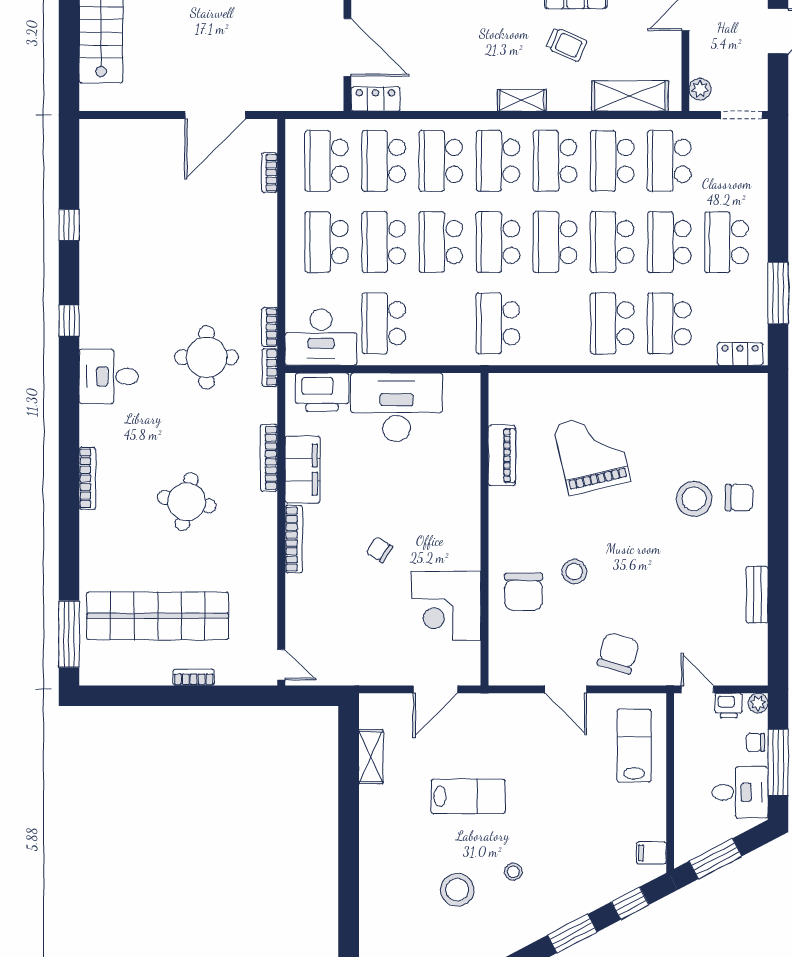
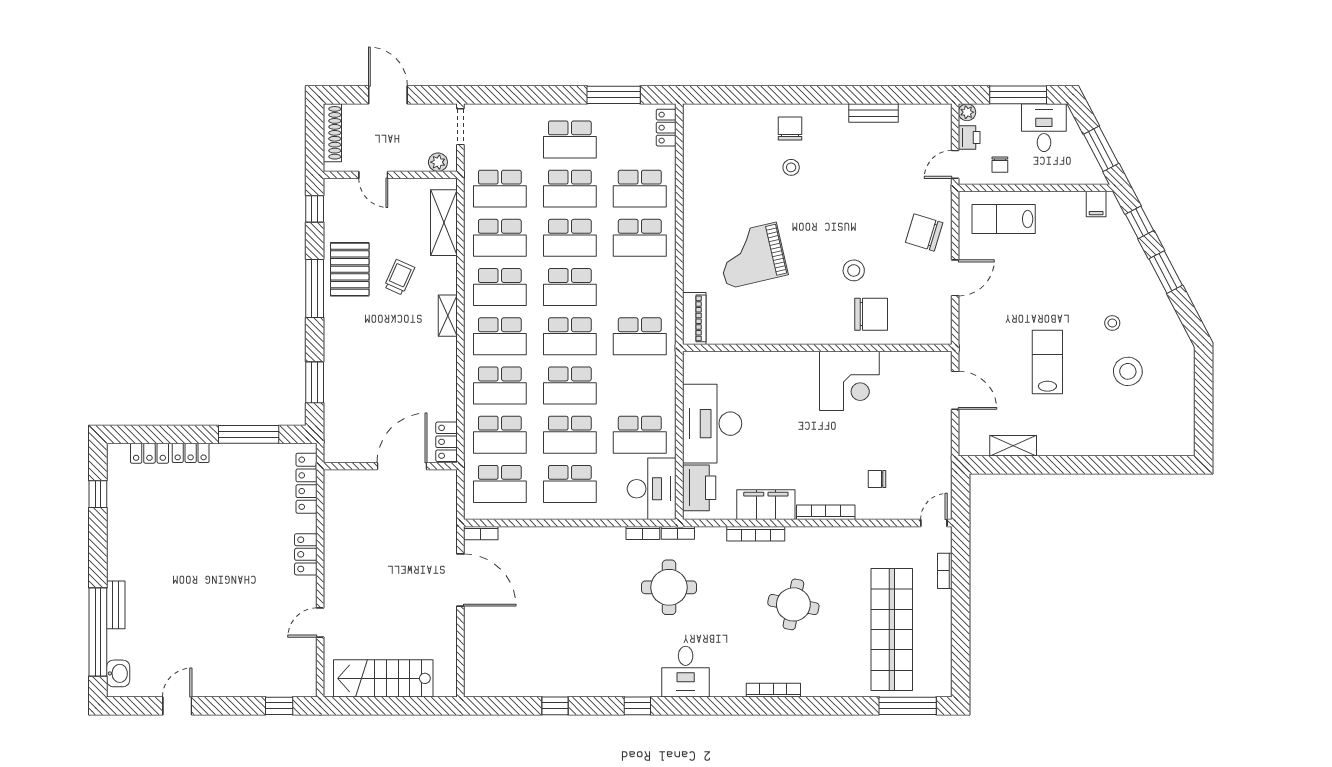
bookcase: (270, 173) -> (481, 533), moved
piano: (502, 455) -> (694, 318), moved, turned 90
stool: (694, 499) -> (791, 167), width x0.53, depth x0.53
chair: (379, 550) -> (877, 479), moved, turned 58
corner desk: (446, 606) -> (849, 381), moved
bookcase: (194, 677) -> (945, 571), moved
chair: (755, 742) -> (1000, 165), moved

